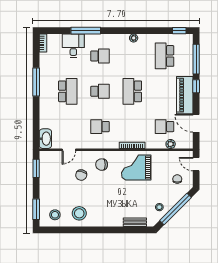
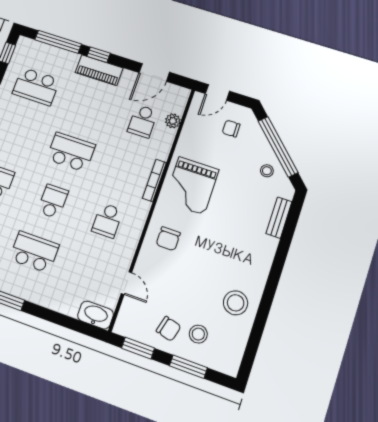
school desk: (132, 91) -> (71, 152), turned 180
piano: (185, 95) -> (99, 70), width x0.73, depth x0.75
chair: (81, 175) -> (169, 329), moved
window: (36, 209) -> (188, 367), moved
stool: (55, 215) -> (198, 334), moved

